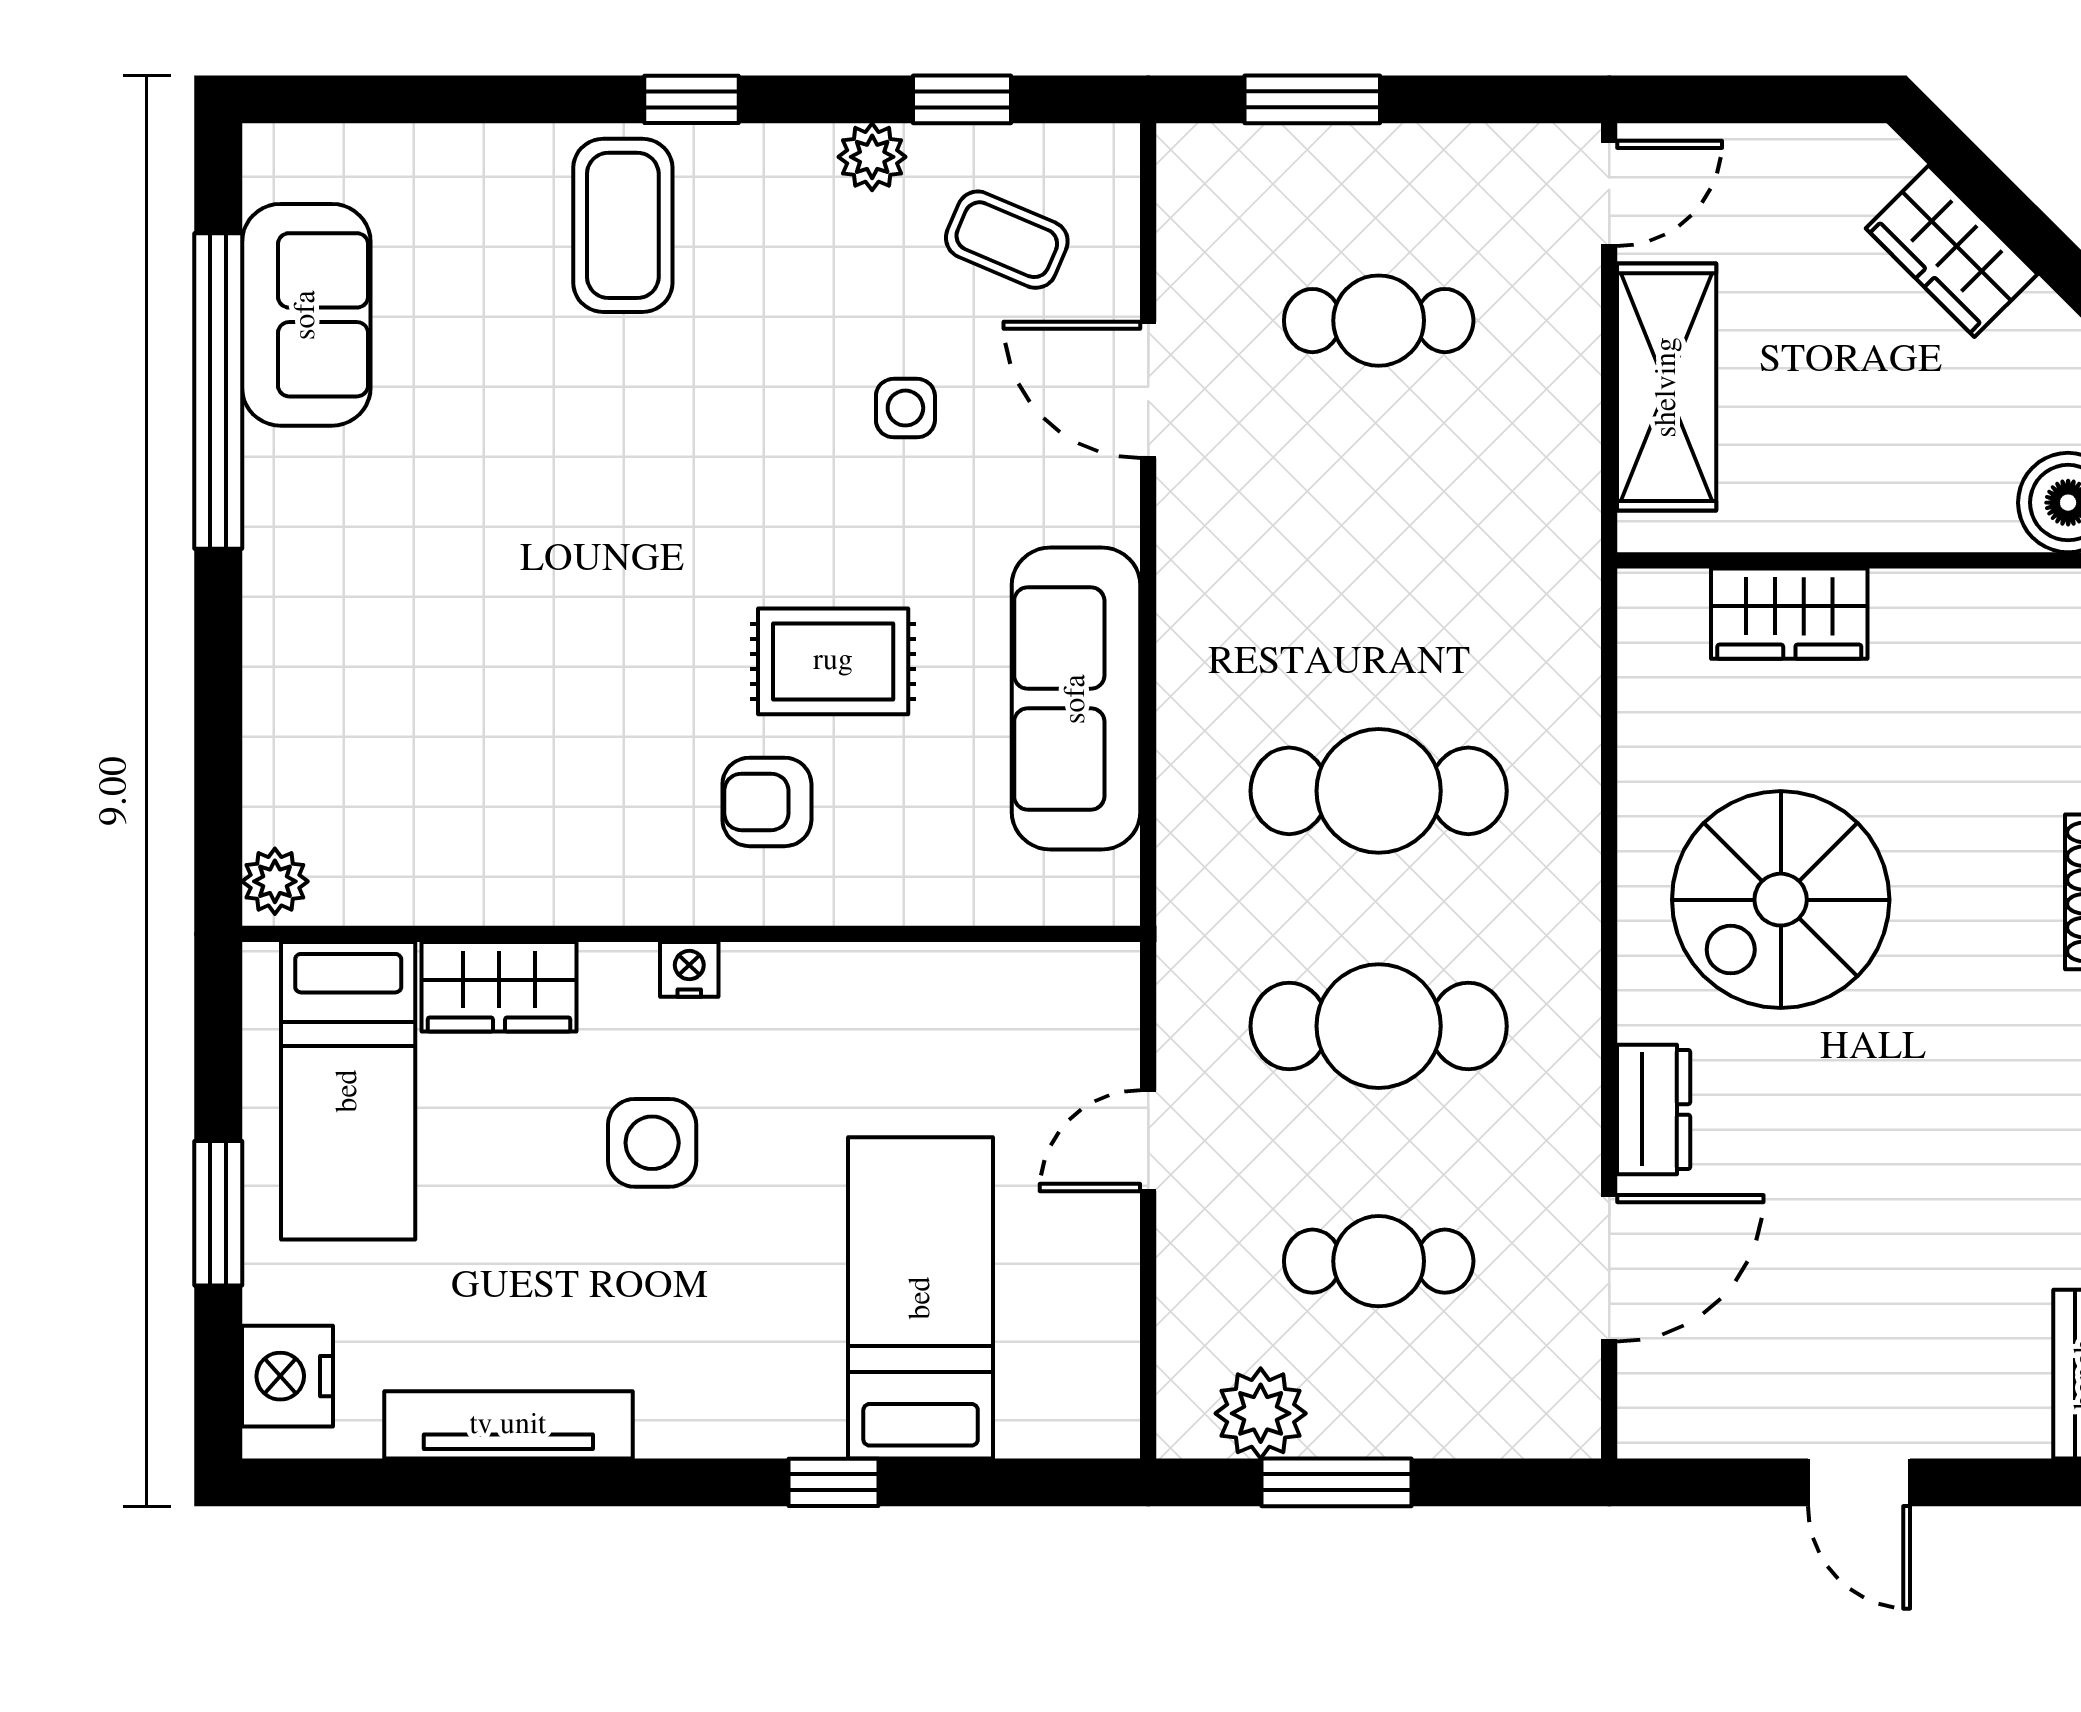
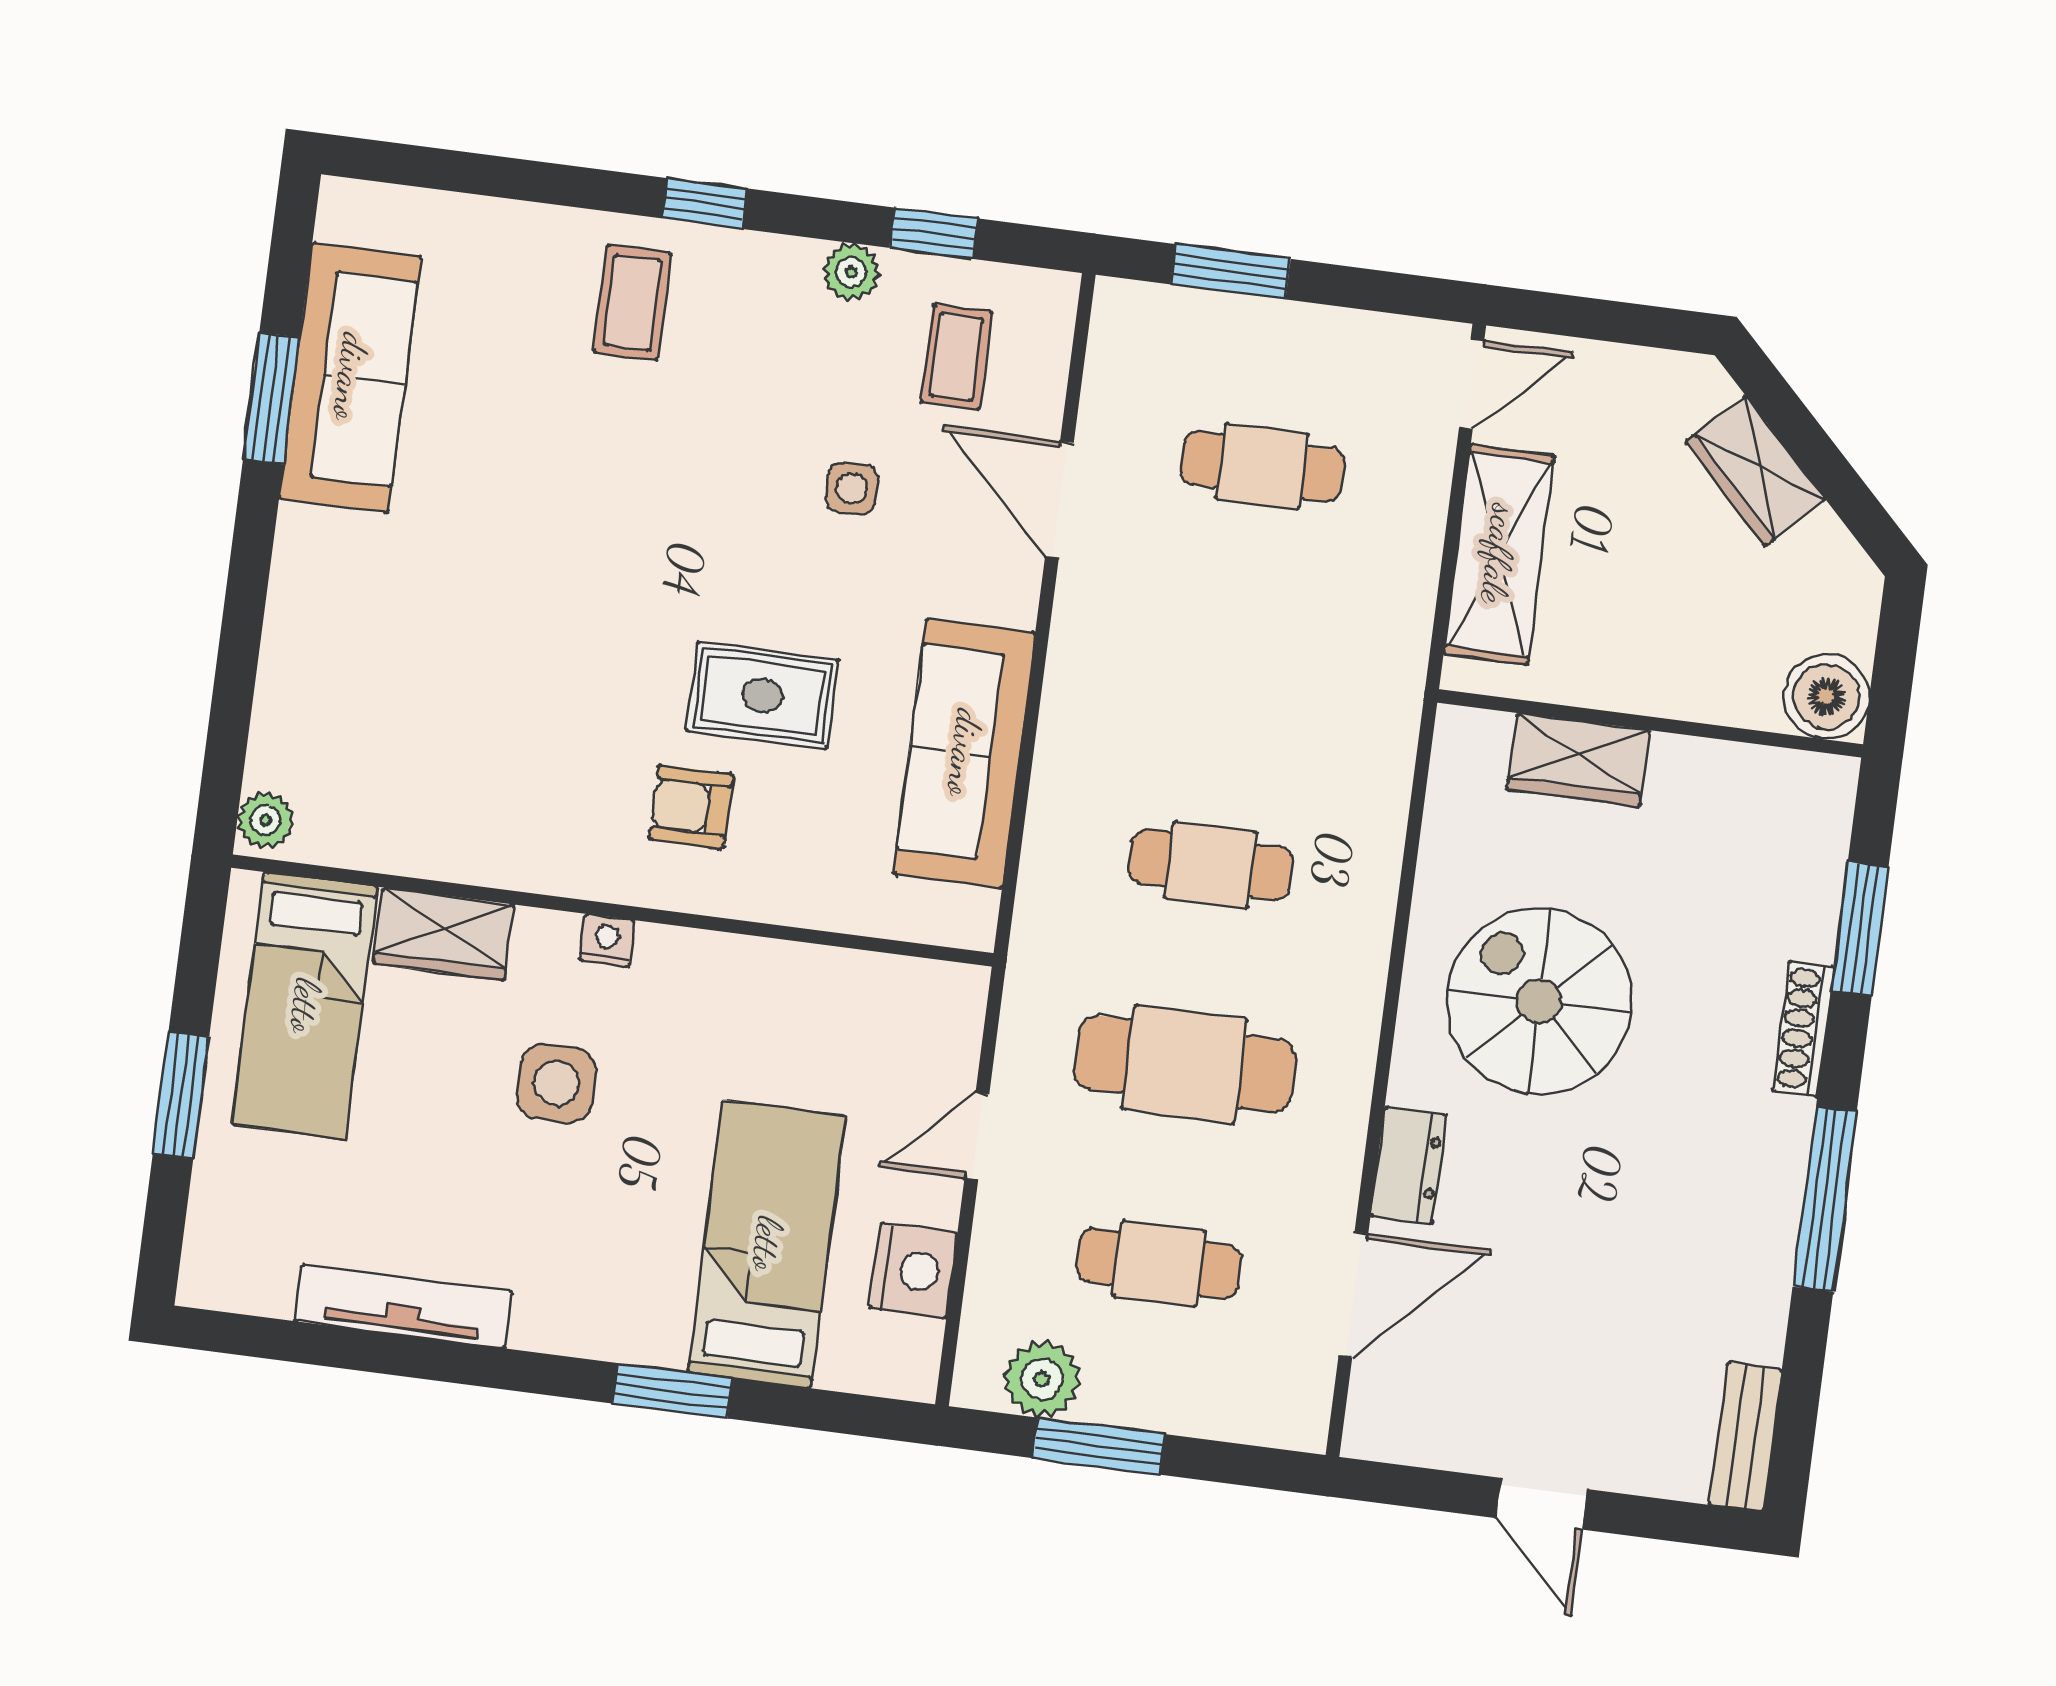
coffee table: (623, 225) -> (632, 303), width x0.73, depth x0.77
coffee table: (1007, 240) -> (956, 357), turned 67
sofa: (306, 315) -> (350, 377), width x1.36
window: (218, 391) -> (271, 398), width x0.47
cafe table: (1379, 791) -> (1211, 865), width x0.73, depth x0.74
spiral stairs: (1781, 900) -> (1539, 1001), turned 90
nightstand: (287, 1376) -> (913, 1271), moved, turned 180
window: (834, 1482) -> (673, 1391), width x1.50

